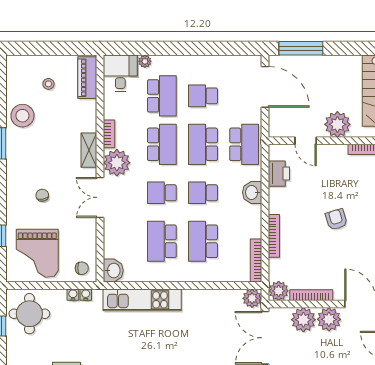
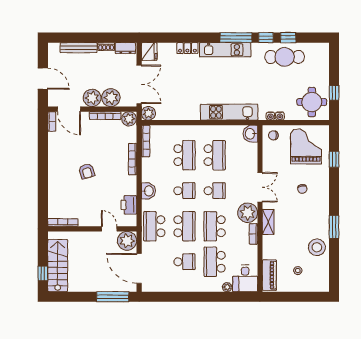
plant: (337, 124) -> (127, 241), moved

